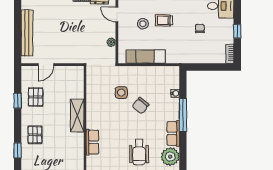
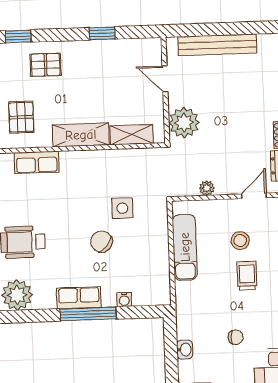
plant: (72, 54) -> (184, 123), added
washbasin: (206, 59) -> (185, 350), added
shelving: (78, 85) -> (132, 135), added
pallet: (36, 97) -> (21, 117), moved, turned 90
row of seats: (173, 133) -> (79, 298), moved

